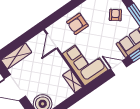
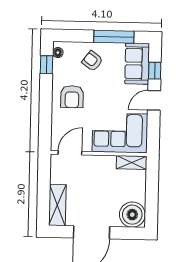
armchair: (77, 24) -> (72, 97), moved
door: (52, 41) -> (70, 153), swing flipped

